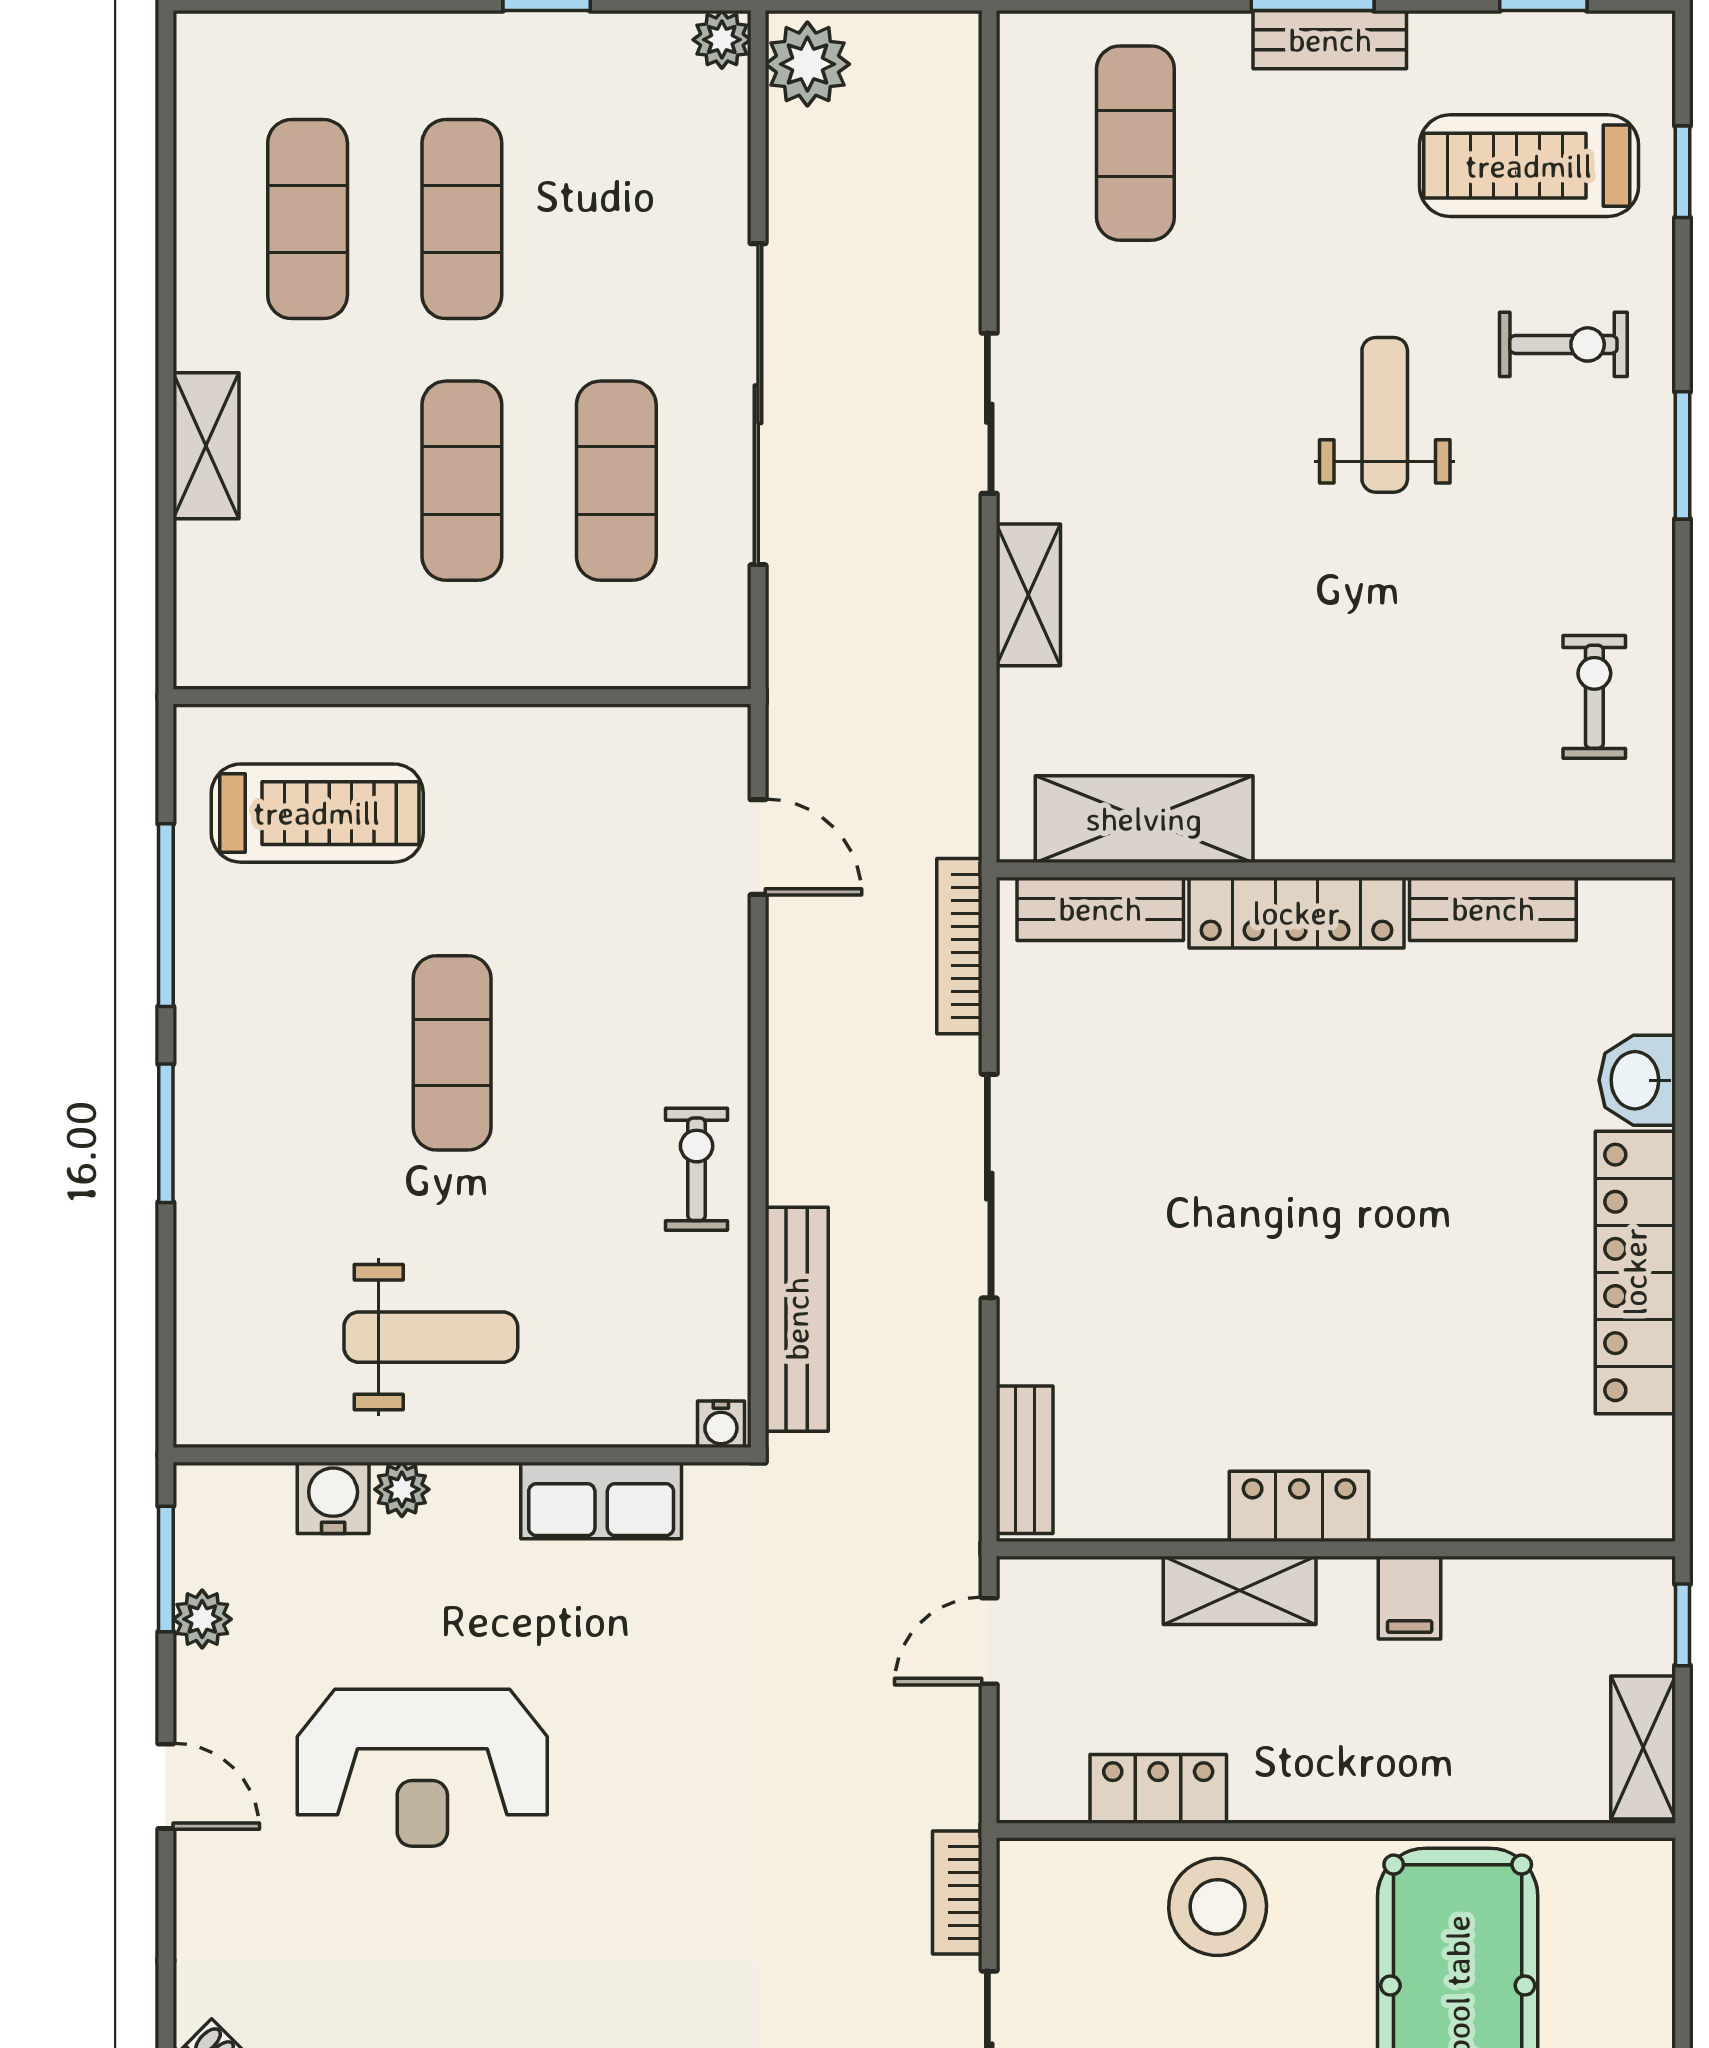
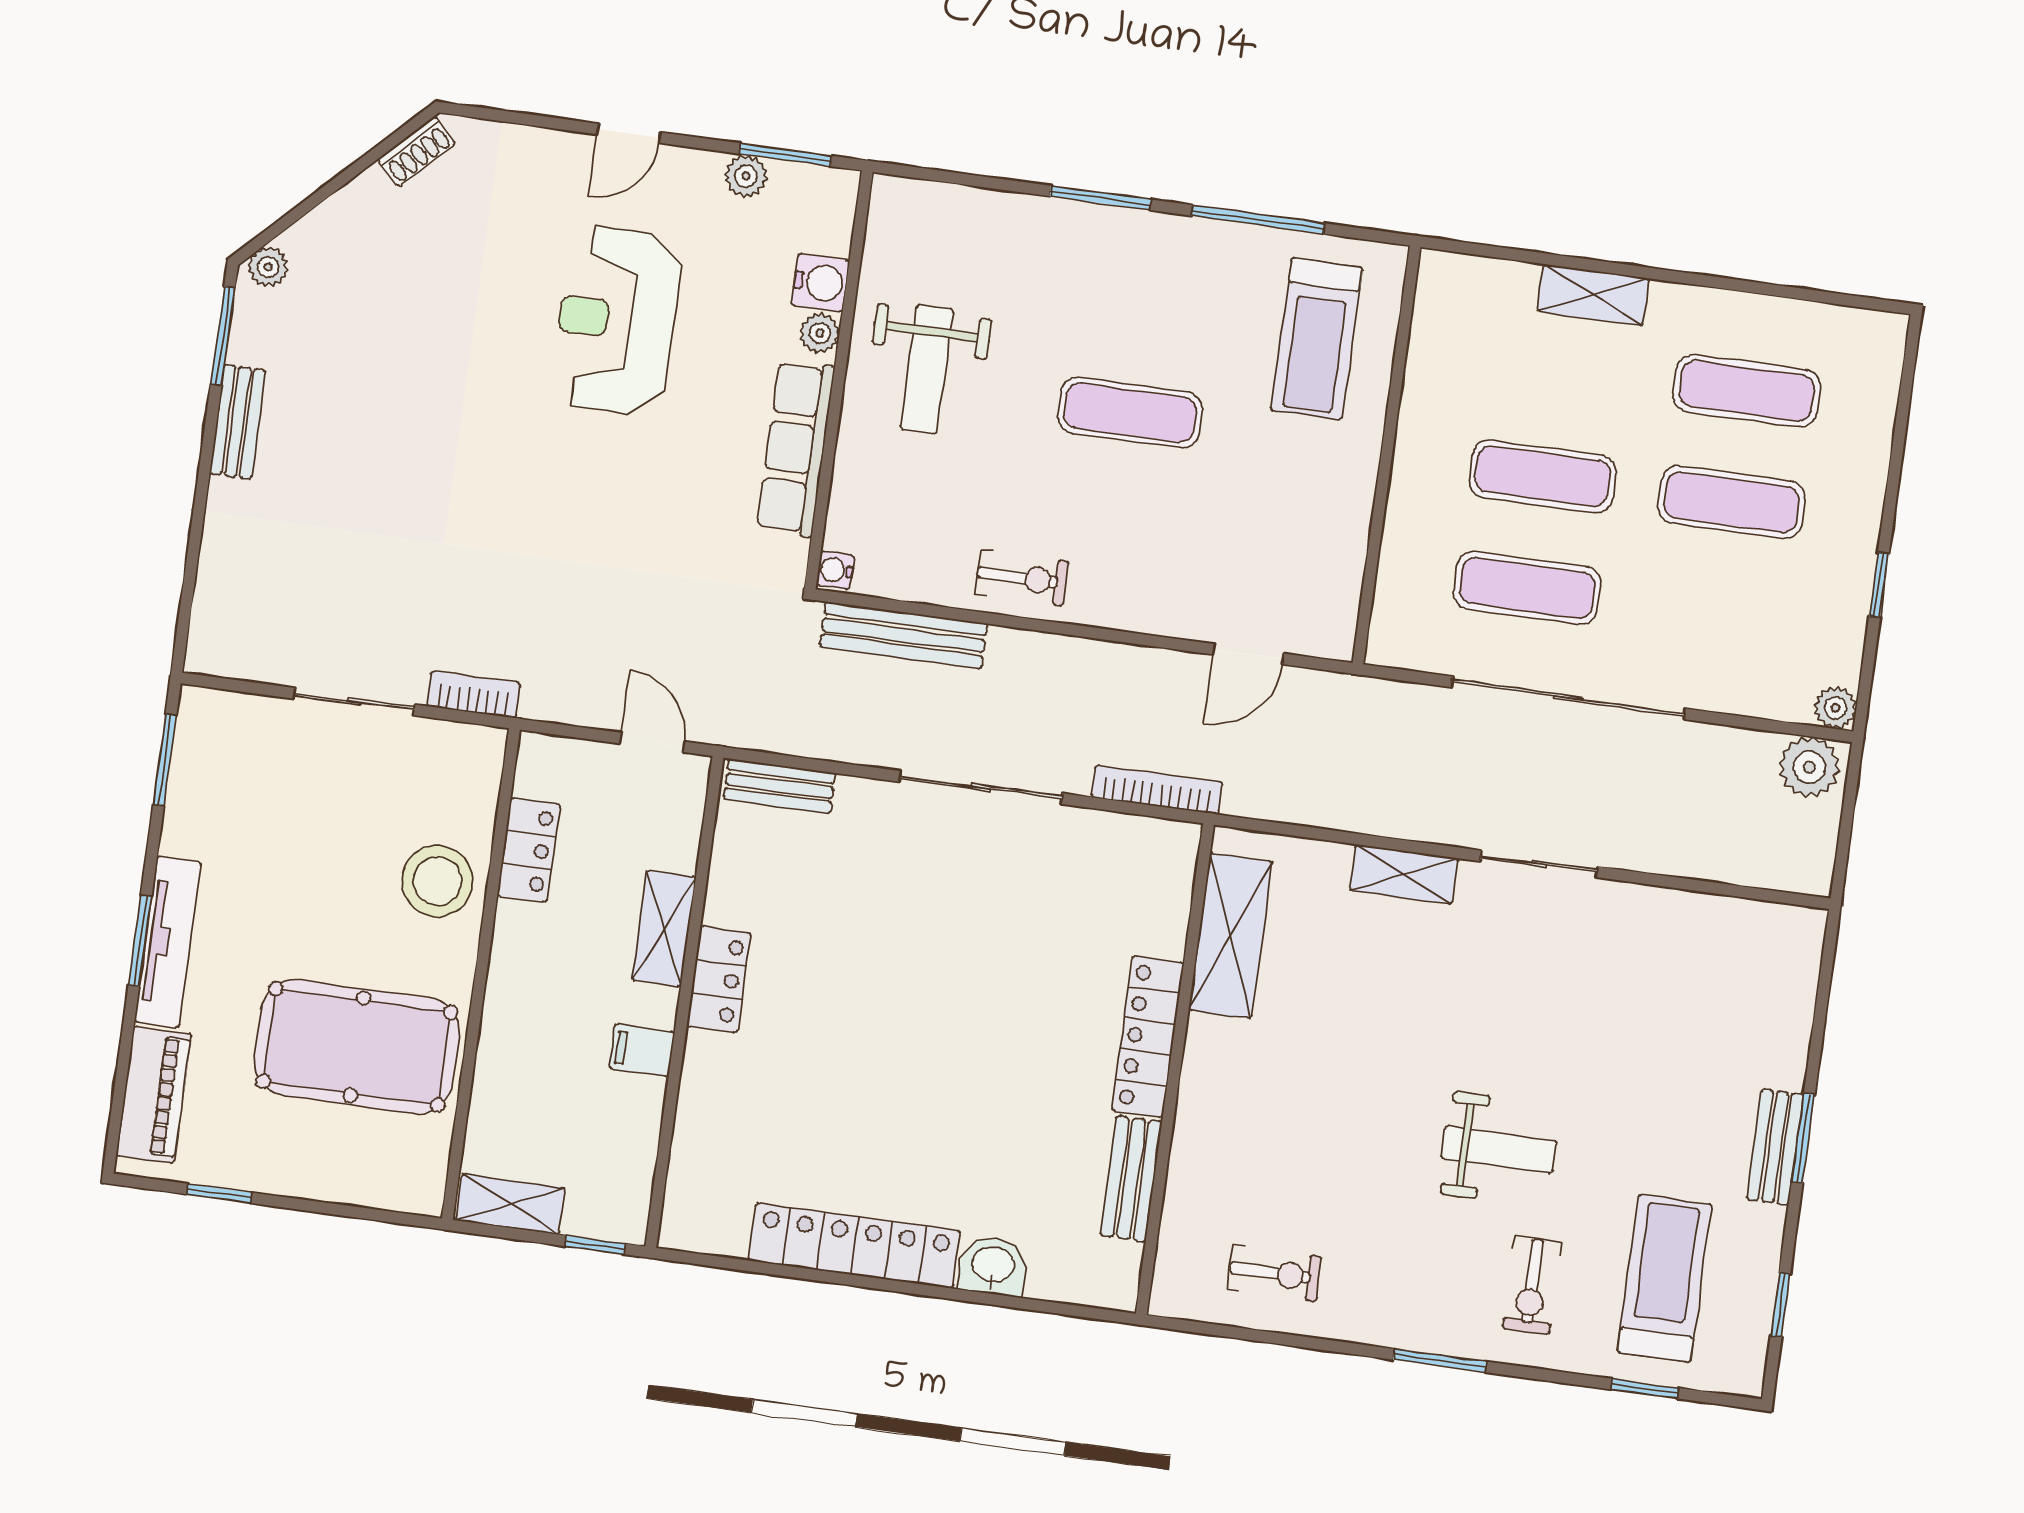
exercise mat: (1135, 143) -> (1720, 996), removed
bench: (1100, 909) -> (1170, 895), removed
row of seats: (601, 1500) -> (796, 448), width x1.48

